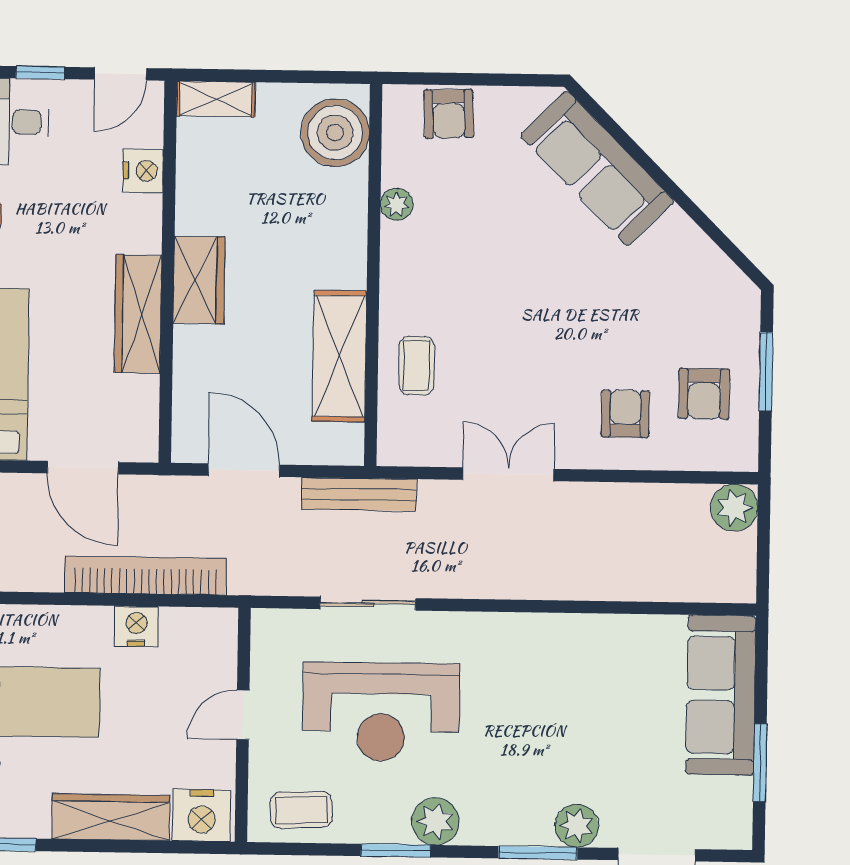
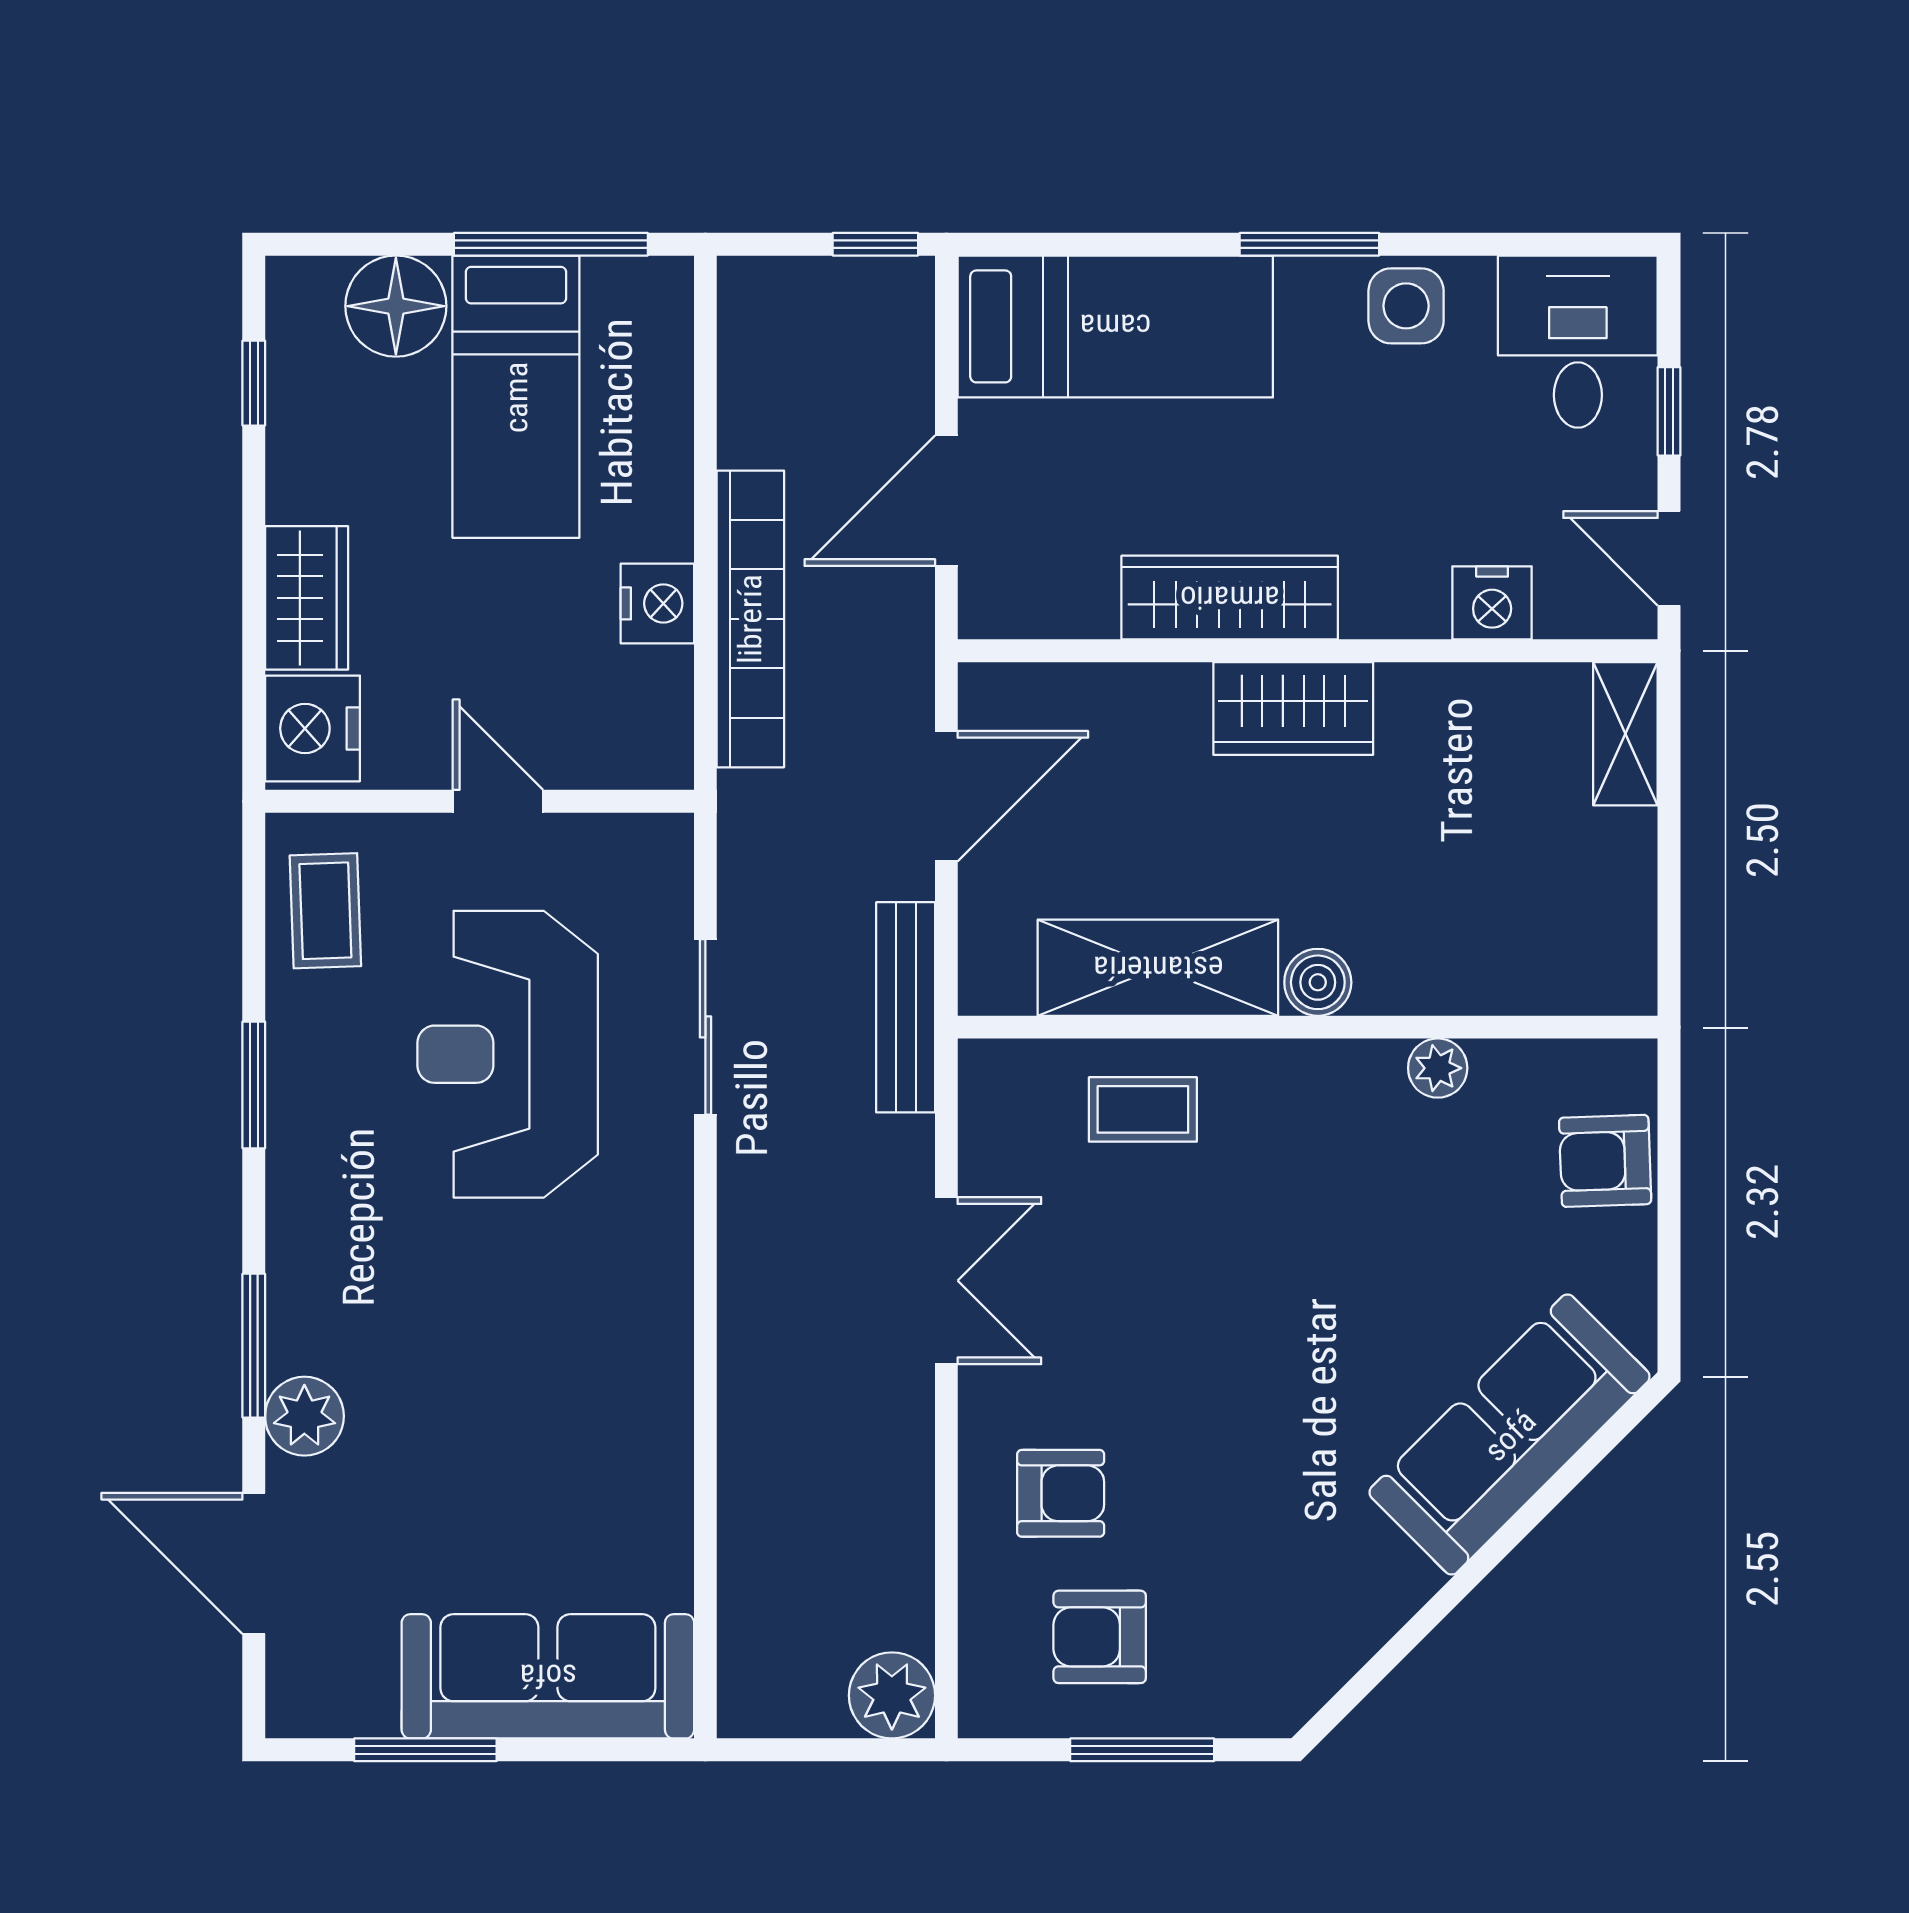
boiler: (335, 133) -> (1318, 982), moved, width x0.54, depth x0.54
wardrobe: (111, 817) -> (307, 598), width x0.67
plant: (435, 821) -> (308, 1157), removed

